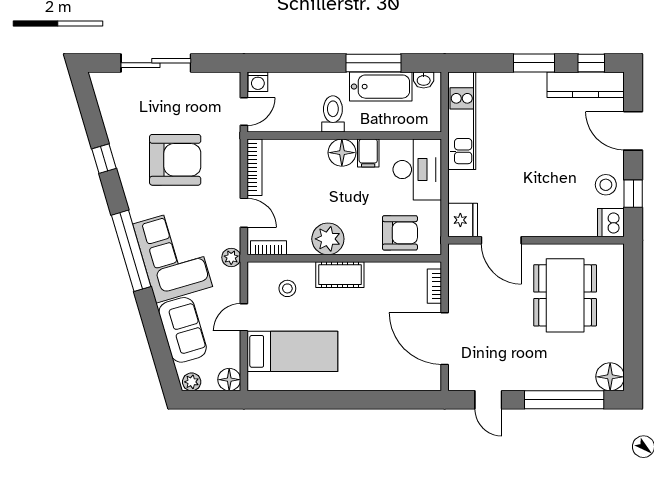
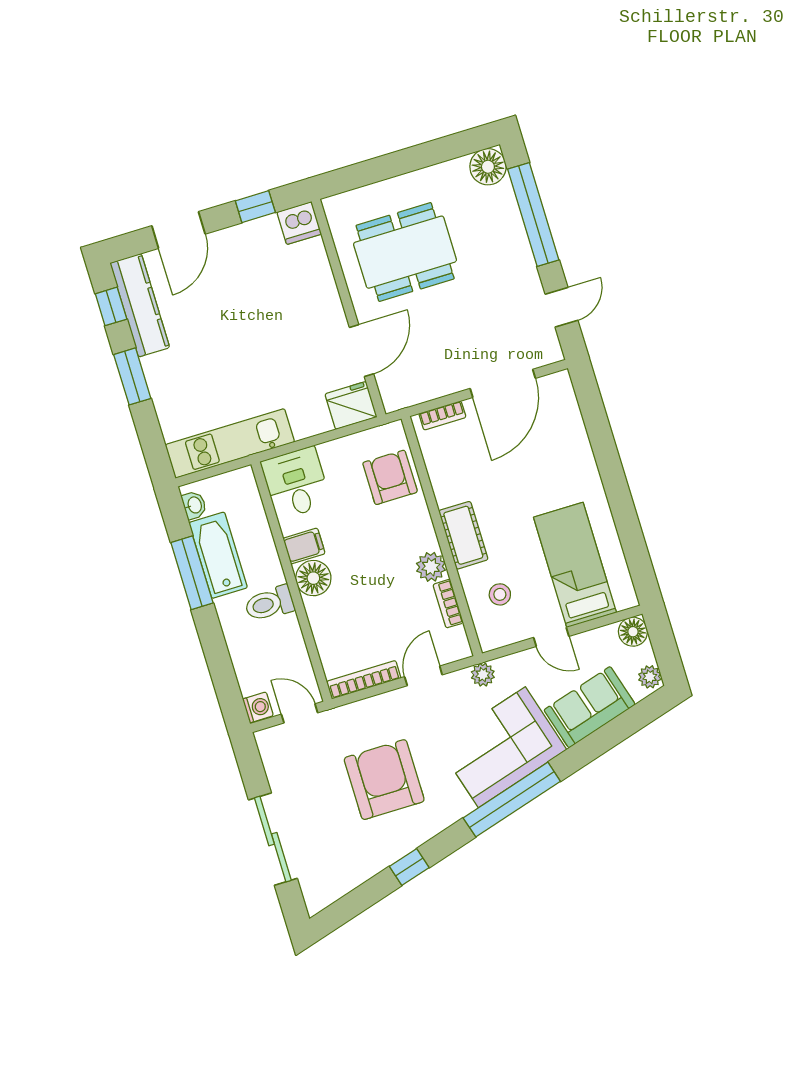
desk: (417, 170) -> (296, 483), width x0.73
stool: (606, 185) -> (255, 243), removed
plant: (328, 239) -> (431, 567), width x0.73, depth x0.73
bookcase: (269, 248) -> (448, 604), moved

